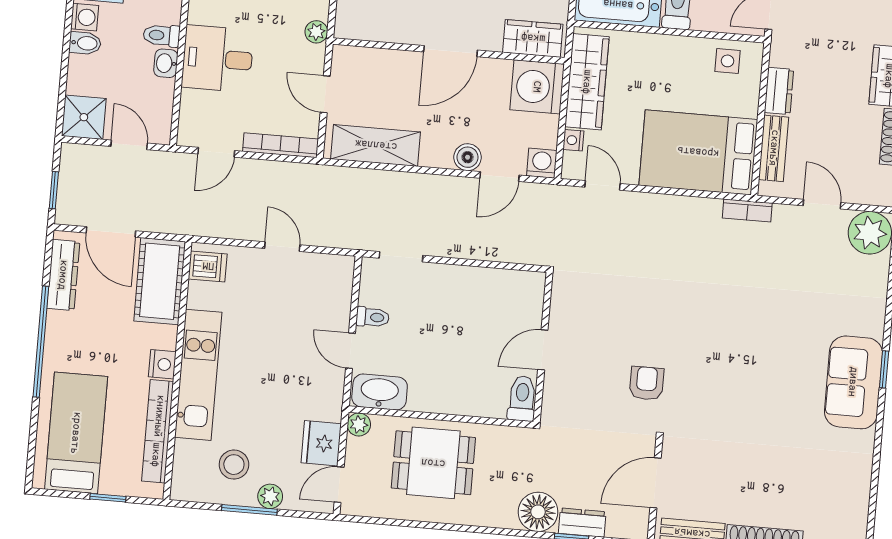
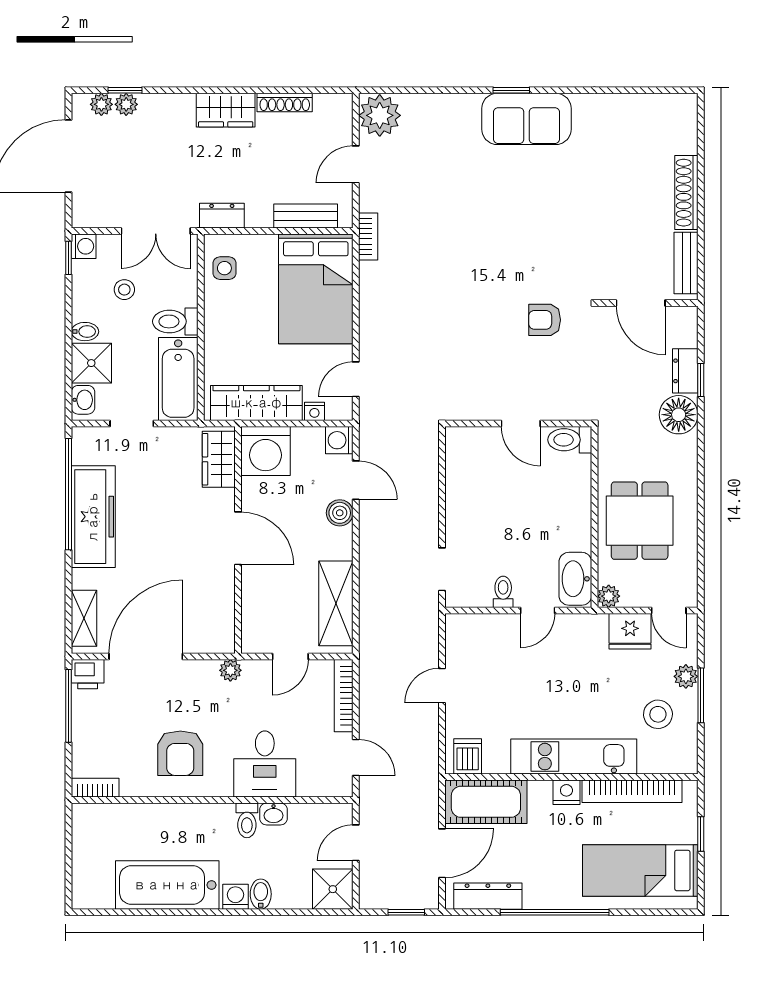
dresser: (779, 91) -> (222, 216), moved

